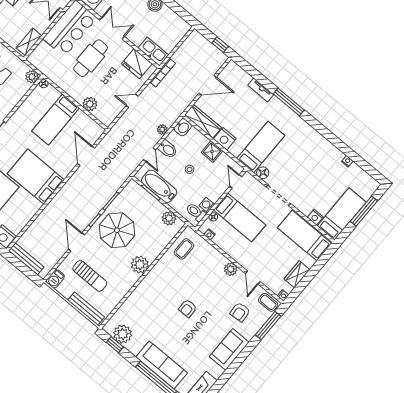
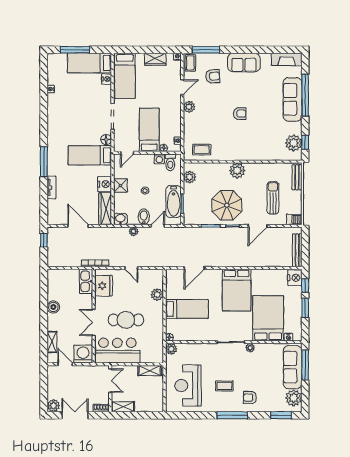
bench: (86, 309) -> (297, 177), width x0.73

